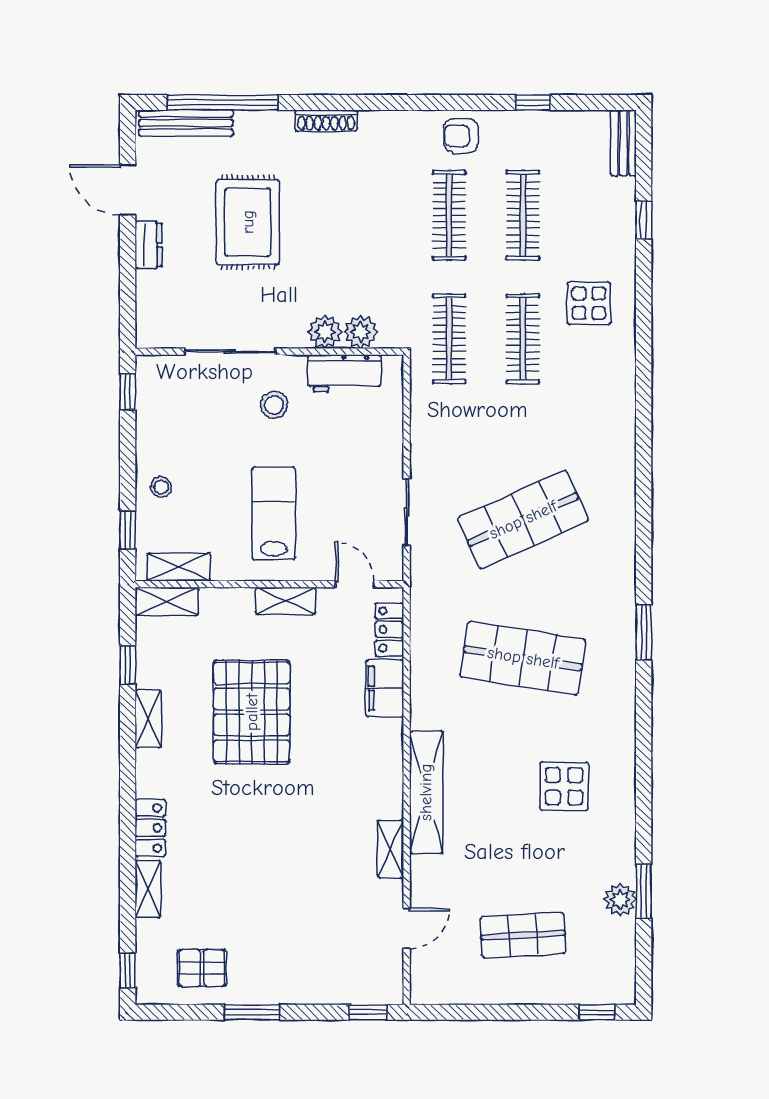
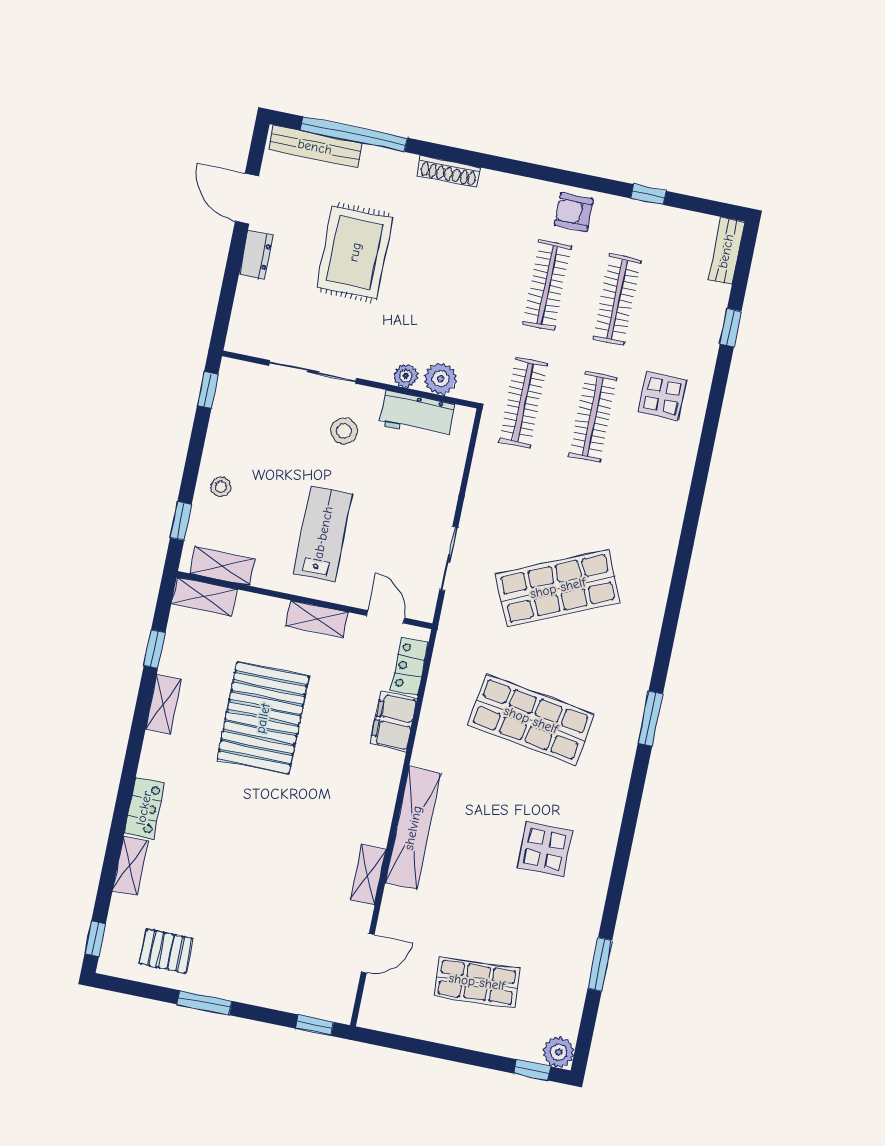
plant: (325, 332) -> (406, 376), width x0.73, depth x0.73
plant: (620, 900) -> (559, 1052), moved

